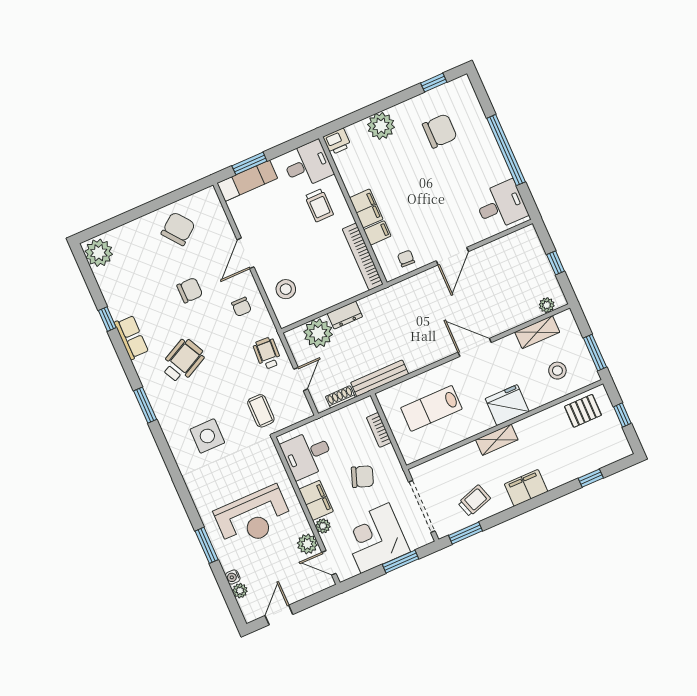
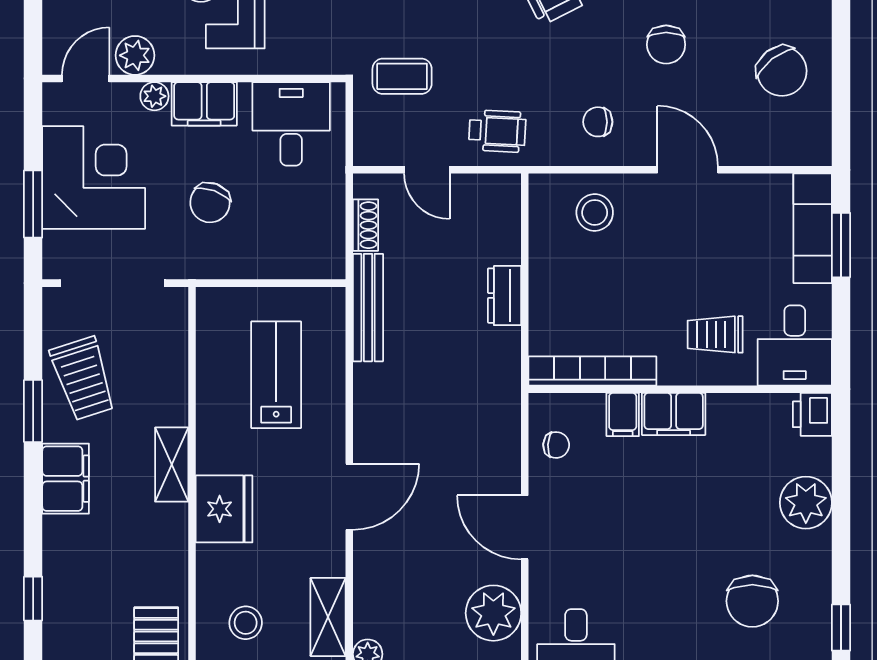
plant: (318, 333) -> (493, 613), moved
bookcase: (379, 430) -> (279, 267), removed
trolley: (474, 501) -> (83, 379), width x1.36, depth x1.39
window: (465, 533) -> (33, 411), moved

